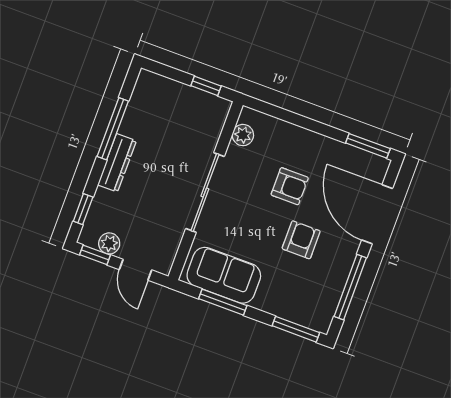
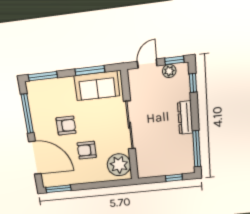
window: (206, 86) -> (174, 178), moved
window: (113, 129) -> (197, 149), moved
plant: (243, 135) -> (119, 165), width x1.88, depth x1.88
armchair: (301, 240) -> (66, 126), turned -90
door: (136, 270) -> (147, 64), hinge flipped

